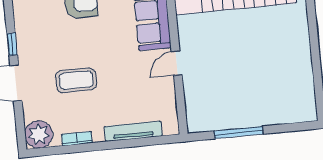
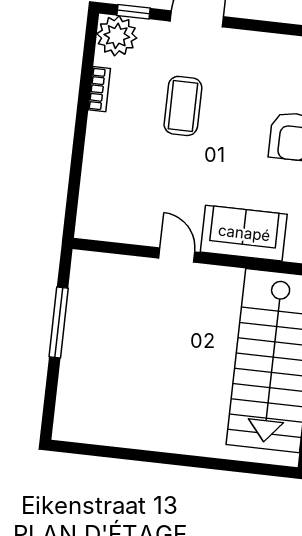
window: (12, 44) -> (134, 12), moved
tv unit: (133, 131) -> (93, 172), removed

